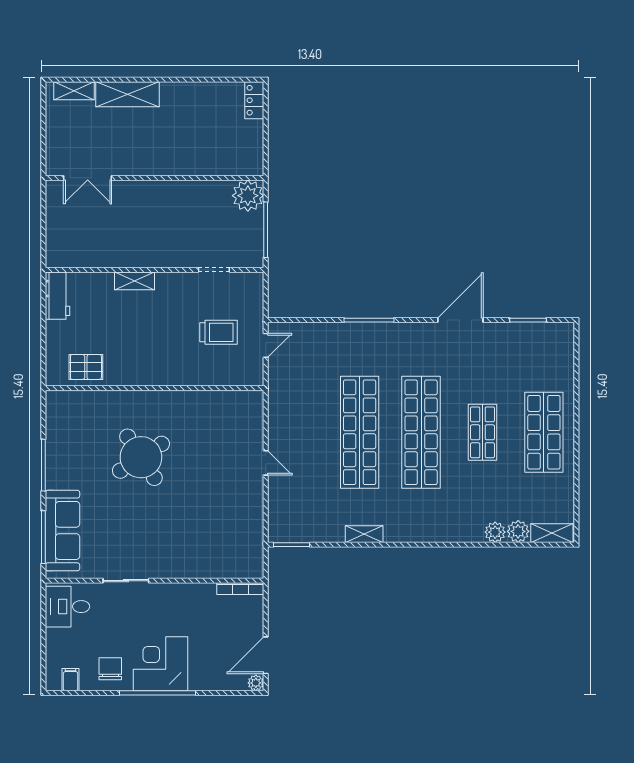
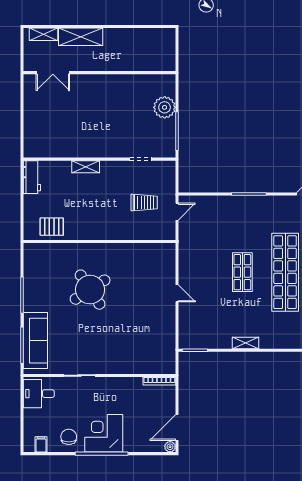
locker: (254, 100) -> (169, 41), removed
double door: (88, 178) -> (53, 73), moved
wall: (154, 178) -> (99, 73), moved
shop shelf: (360, 432) -> (242, 272), width x0.50, depth x0.74

